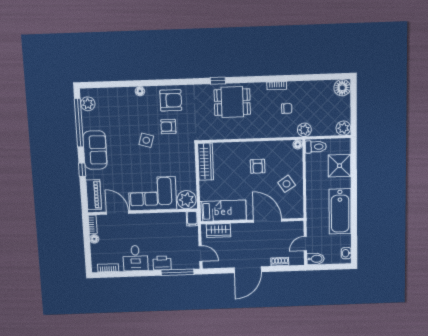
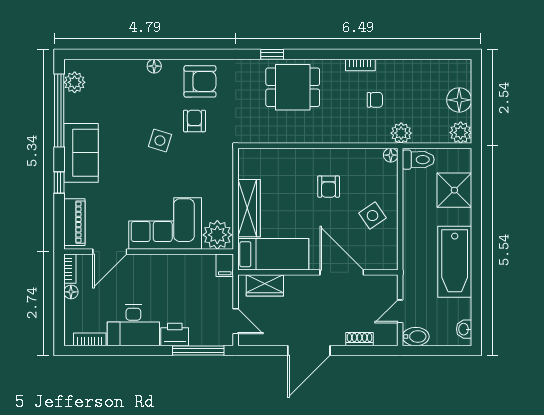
floor lamp: (342, 88) -> (459, 100), moved
armchair: (168, 127) -> (194, 121), turned 90
wardrobe: (206, 162) -> (249, 208), moved
door: (118, 213) -> (110, 252), swing flipped
desk: (135, 258) -> (133, 325), width x1.37

